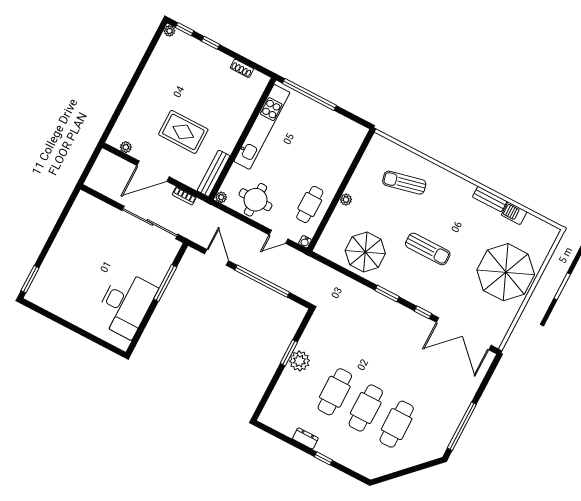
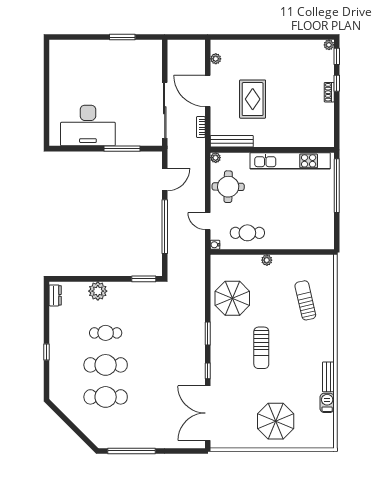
shoe rack: (242, 68) -> (329, 92), moved
parasol: (506, 272) -> (276, 421), width x0.73, depth x0.73
window: (30, 279) -> (122, 37), moved
window: (289, 353) -> (144, 279), moved
plant: (299, 361) -> (98, 291), moved
cafe table: (335, 392) -> (106, 333), width x0.73, depth x0.74
dresser: (305, 438) -> (55, 295), moved

